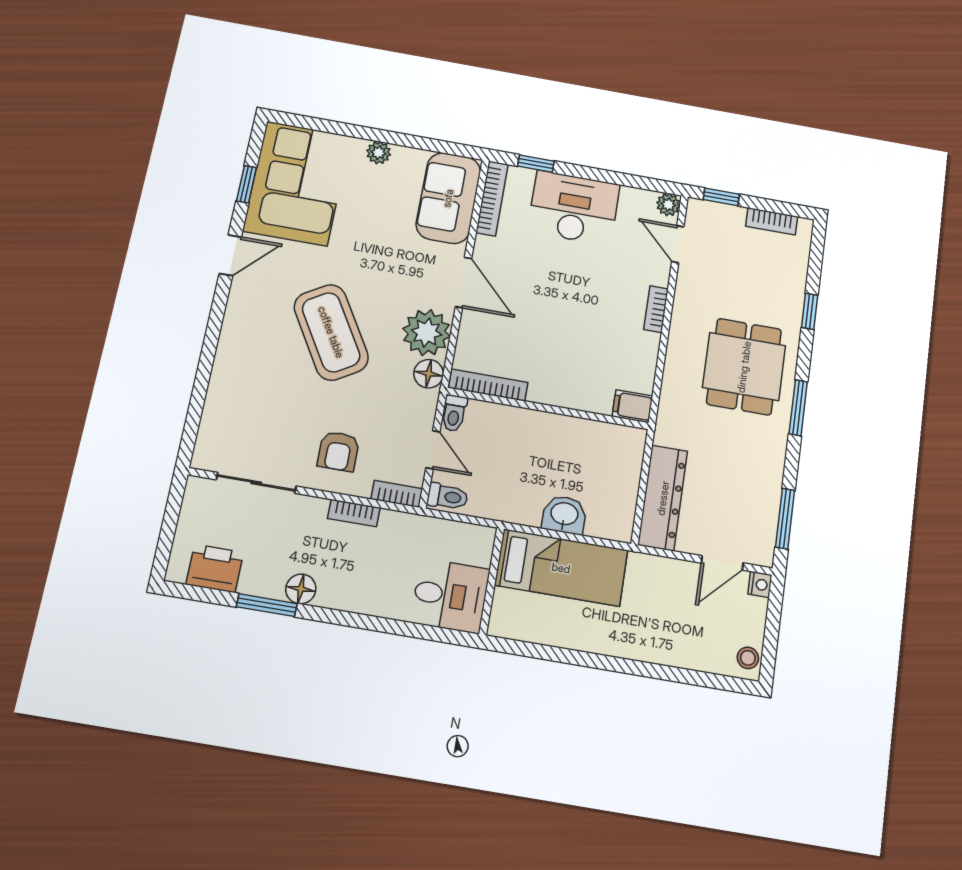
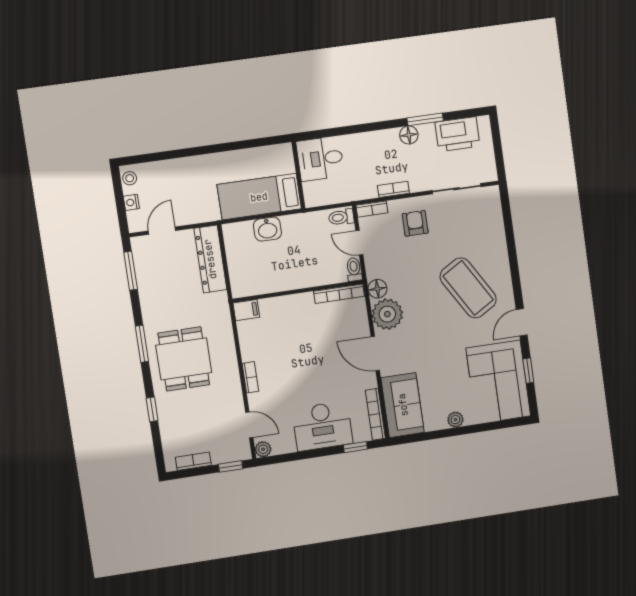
coffee table: (331, 332) -> (468, 288), moved
printer: (215, 568) -> (457, 134), width x1.37, depth x1.19
nightstand: (760, 584) -> (131, 202), moved

